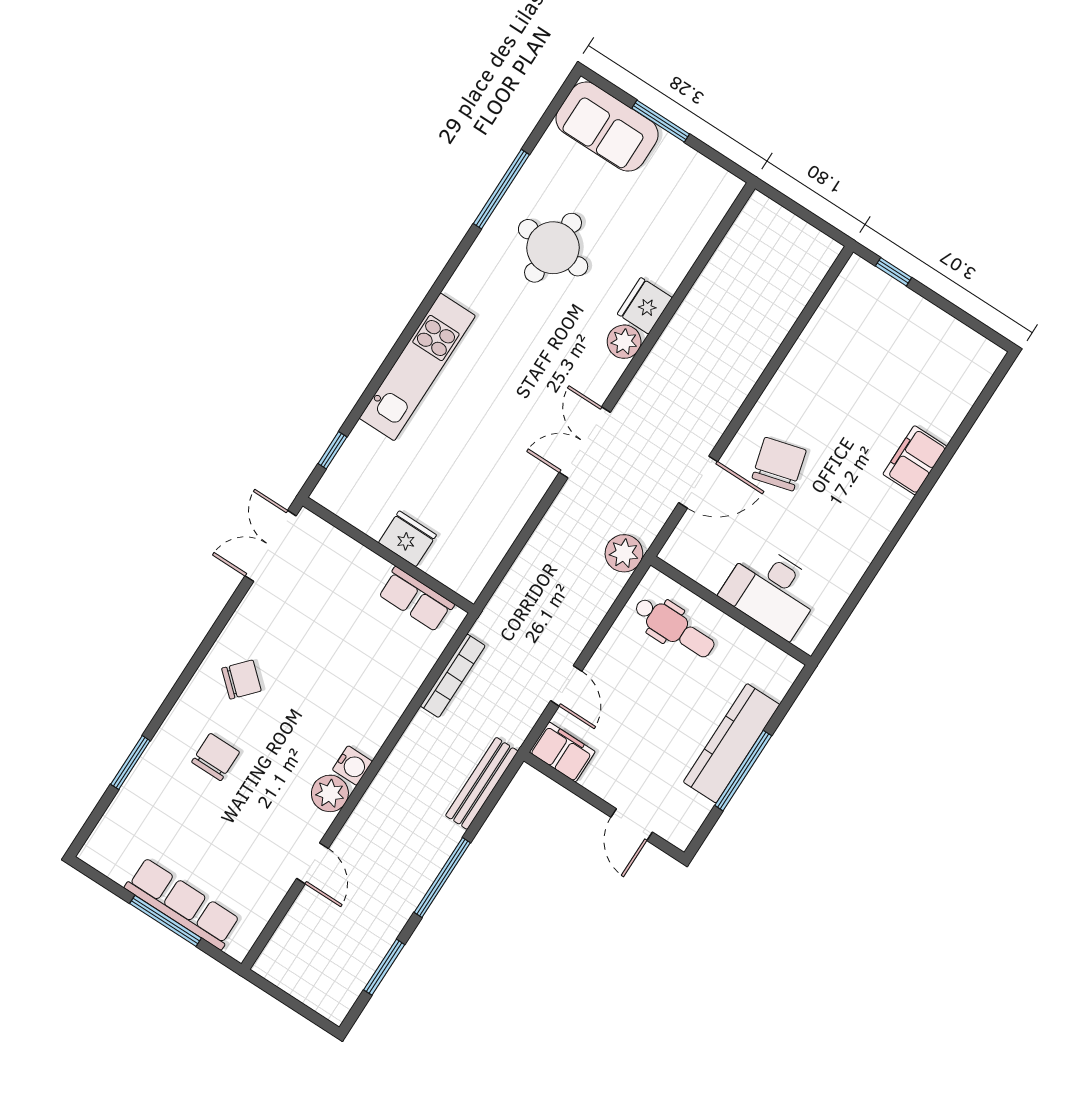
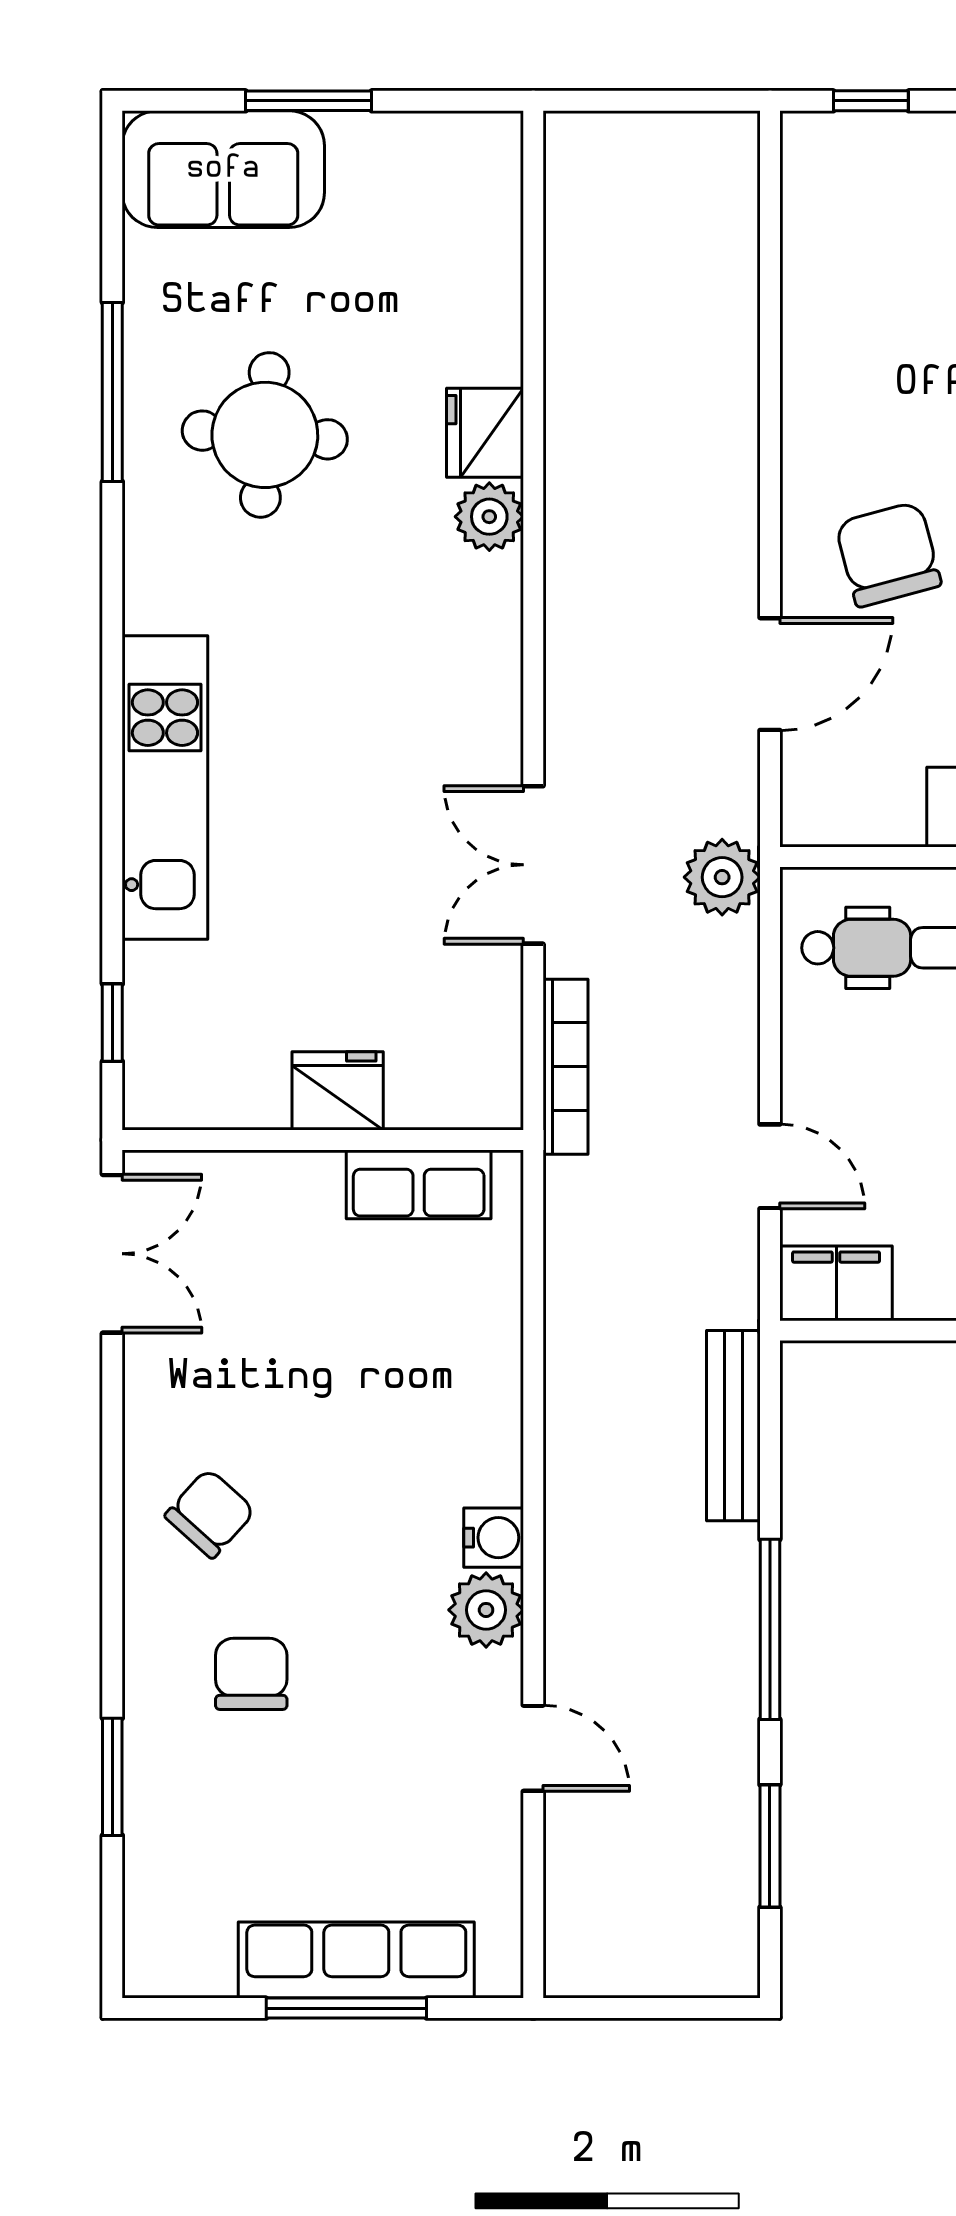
double door: (585, 442) -> (533, 865), moved
double door: (271, 546) -> (112, 1254), swing flipped
bookcase: (453, 676) -> (565, 1067), moved

